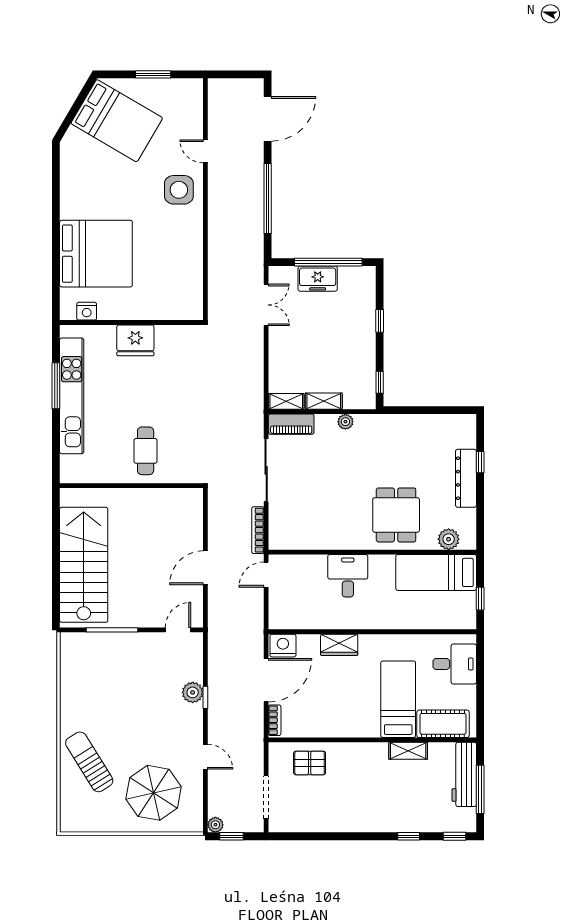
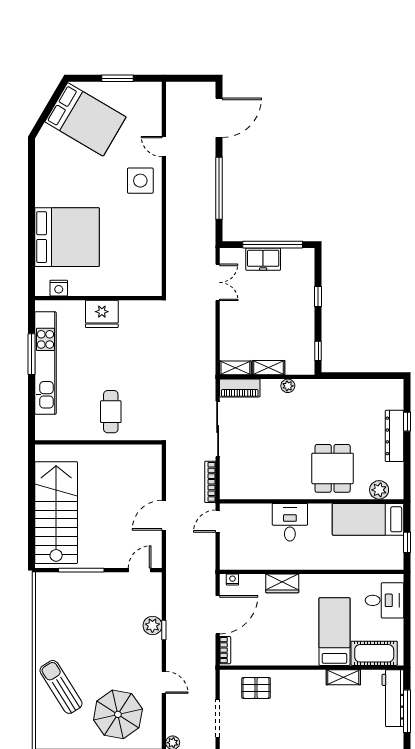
nightstand: (283, 646) -> (232, 580), width x0.53, depth x0.56

